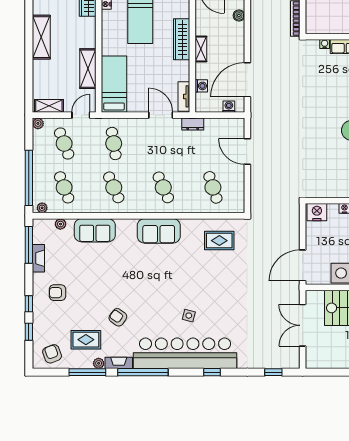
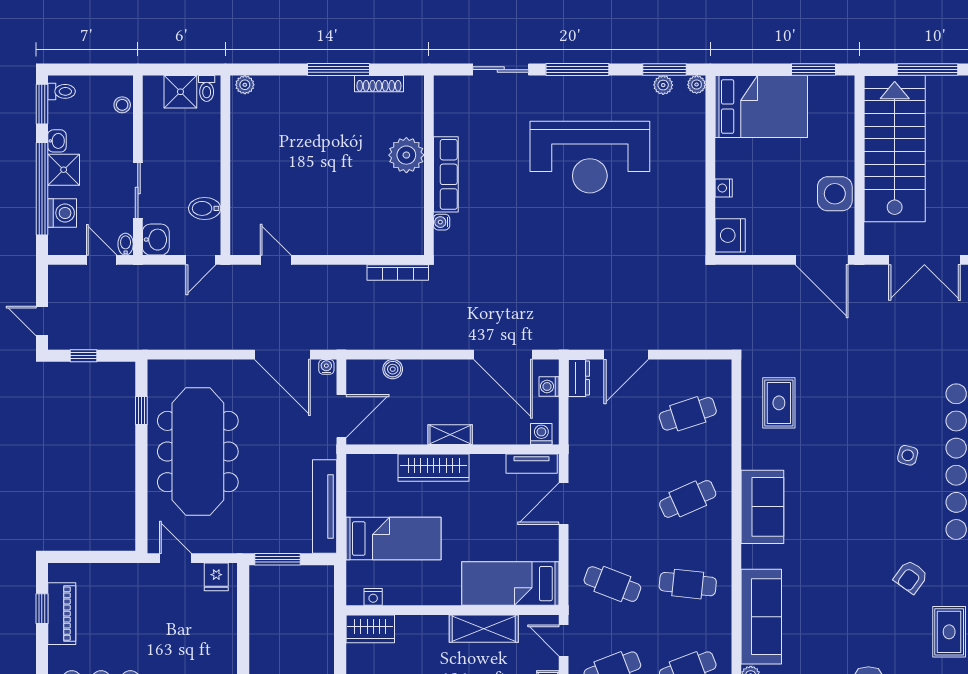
washing machine: (201, 86) -> (541, 434), moved
dresser: (193, 124) -> (579, 378), moved
cafe table: (114, 143) -> (612, 584), turned 30
cafe table: (114, 187) -> (688, 584), turned 30
sofa: (95, 230) -> (761, 617), width x1.36

